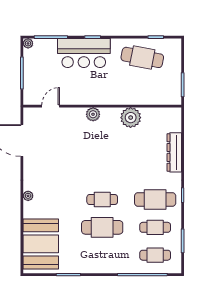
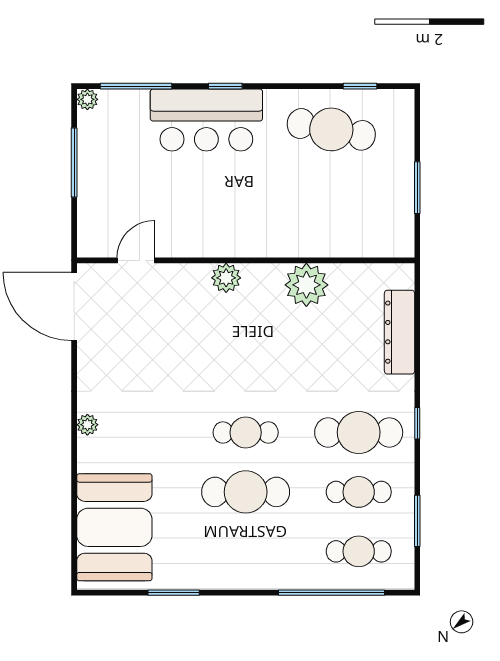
door: (51, 106) -> (136, 260), moved
wall: (102, 106) -> (246, 260), moved
plant: (93, 114) -> (226, 278), moved
plant: (131, 118) -> (306, 285), moved

